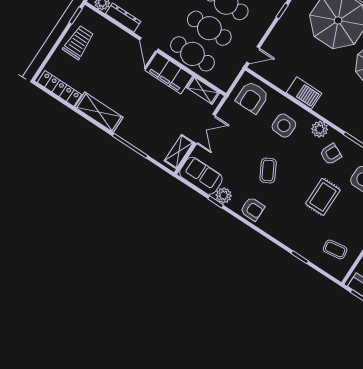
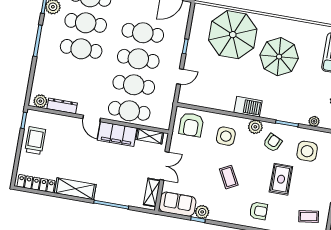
door: (253, 55) -> (180, 76), moved
barbecue: (304, 93) -> (248, 107), moved
armchair: (252, 209) -> (258, 211), moved

